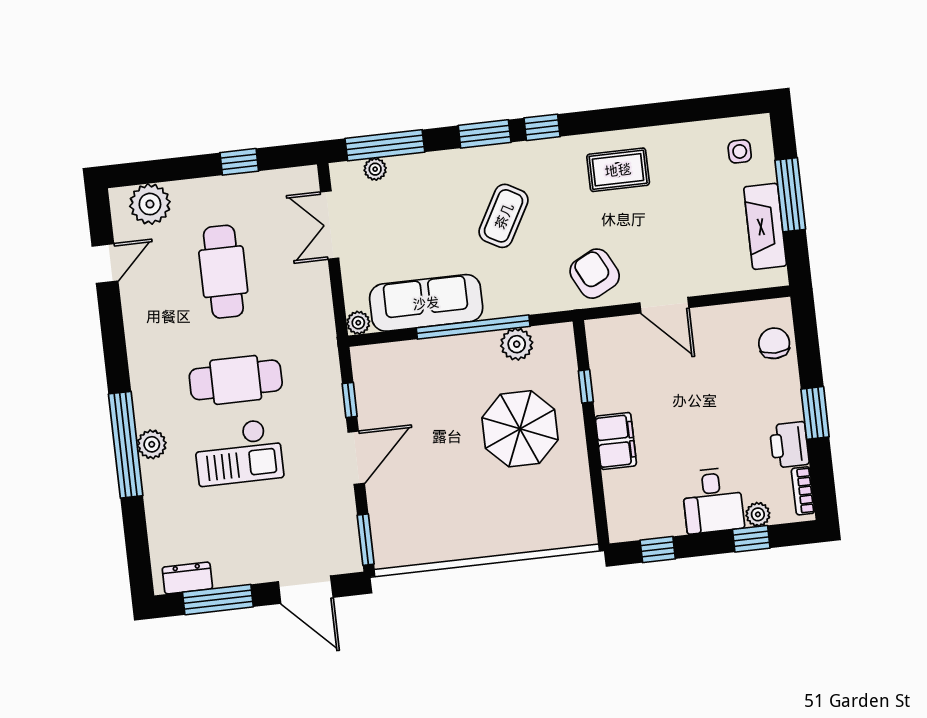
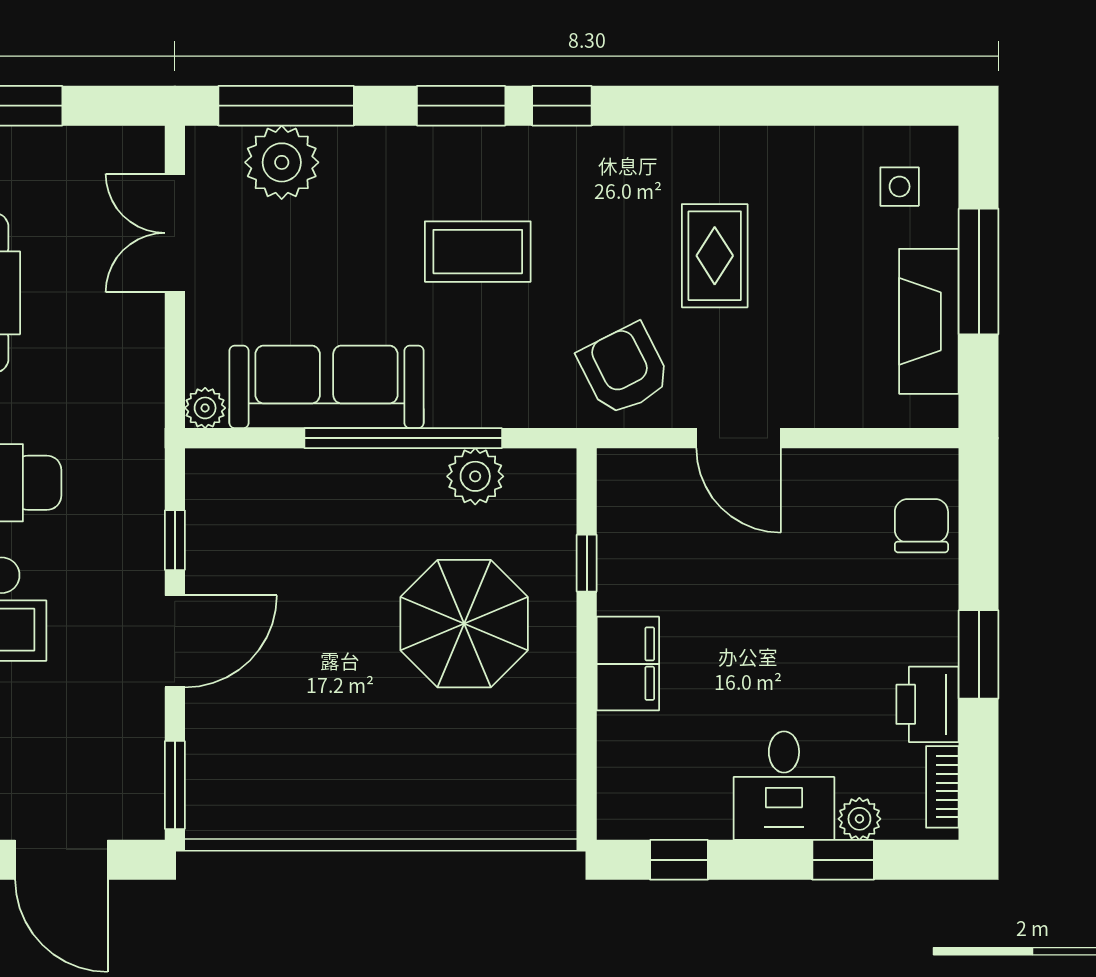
plant: (375, 169) -> (282, 162), width x1.88, depth x1.88
rug: (618, 170) -> (715, 256), moved, turned 90
coffee table: (504, 216) -> (478, 252), turned 61

